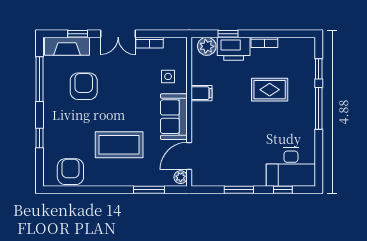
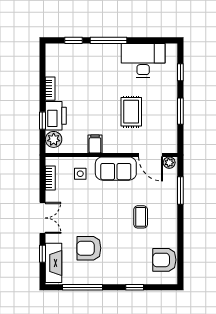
bookcase: (149, 43) -> (50, 178), moved
rug: (270, 90) -> (131, 112), moved
coffee table: (119, 145) -> (141, 217), width x0.54, depth x0.58
desk: (291, 167) -> (143, 60), moved, turned -90

